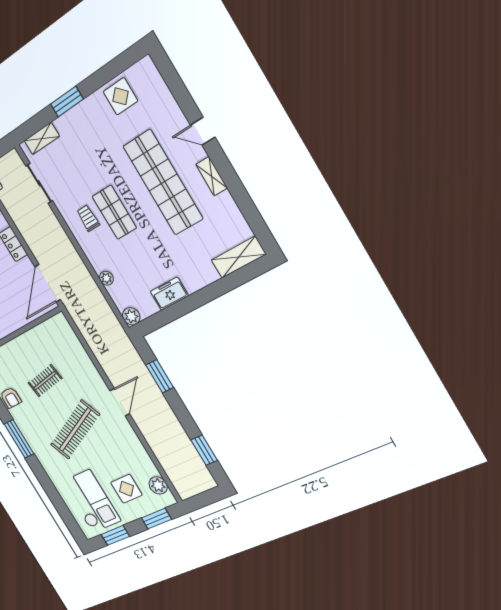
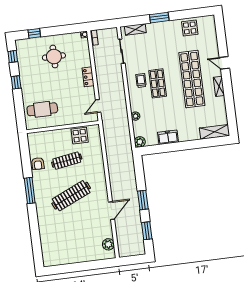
door: (48, 283) -> (98, 106), width x0.53
window: (160, 376) -> (143, 200), moved
clothes rail: (45, 381) -> (67, 161), width x1.36
door: (120, 402) -> (111, 211), moved
display table: (126, 489) -> (80, 136), moved
checkout: (91, 501) -> (59, 243), removed
window: (157, 519) -> (97, 265), removed
window: (115, 535) -> (64, 269), removed

